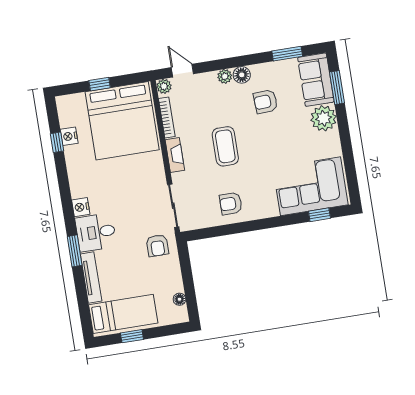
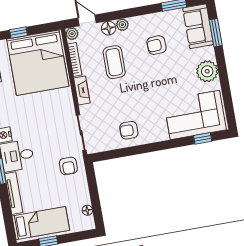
floor lamp: (242, 75) -> (109, 28), moved
plant: (324, 118) -> (207, 71), moved
coffee table: (225, 146) -> (114, 62), moved

